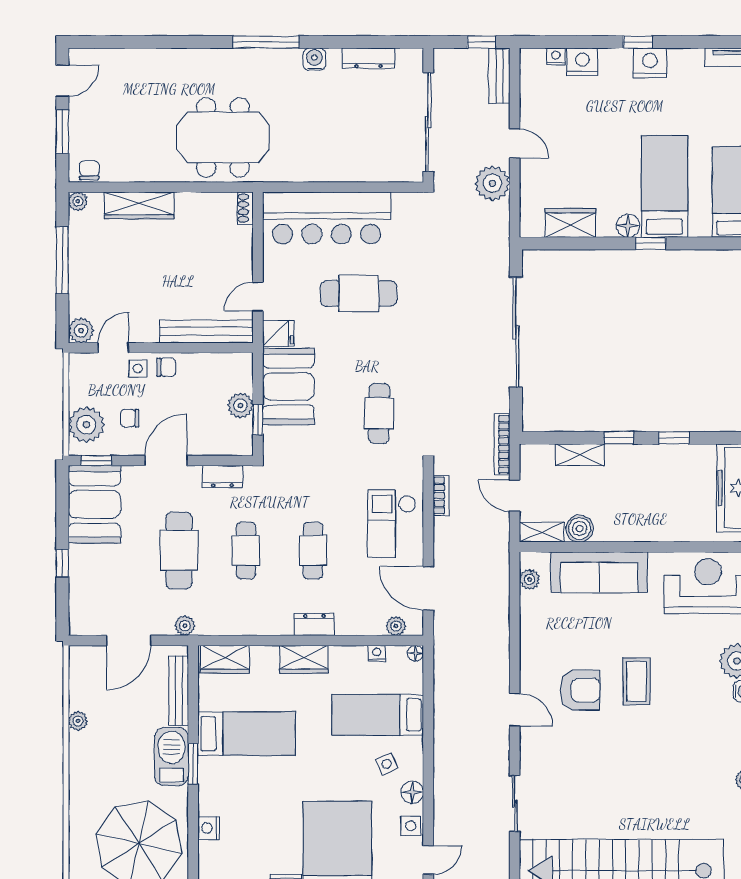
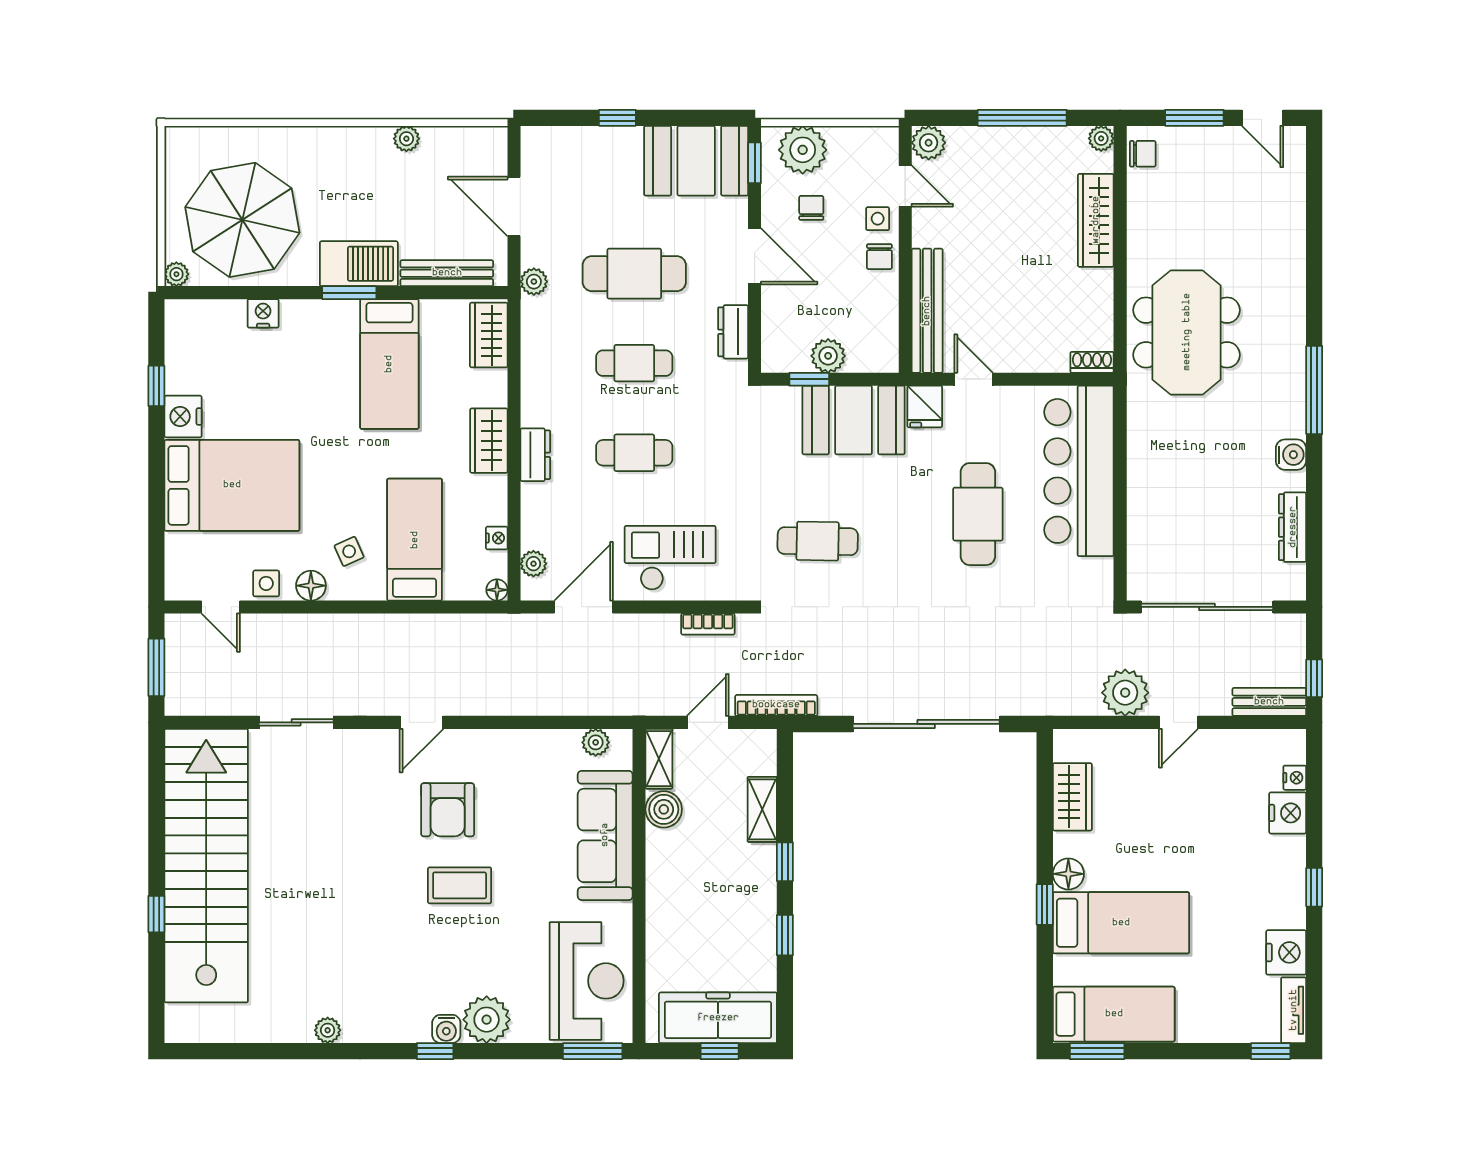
nightstand: (650, 63) -> (1286, 952), moved

